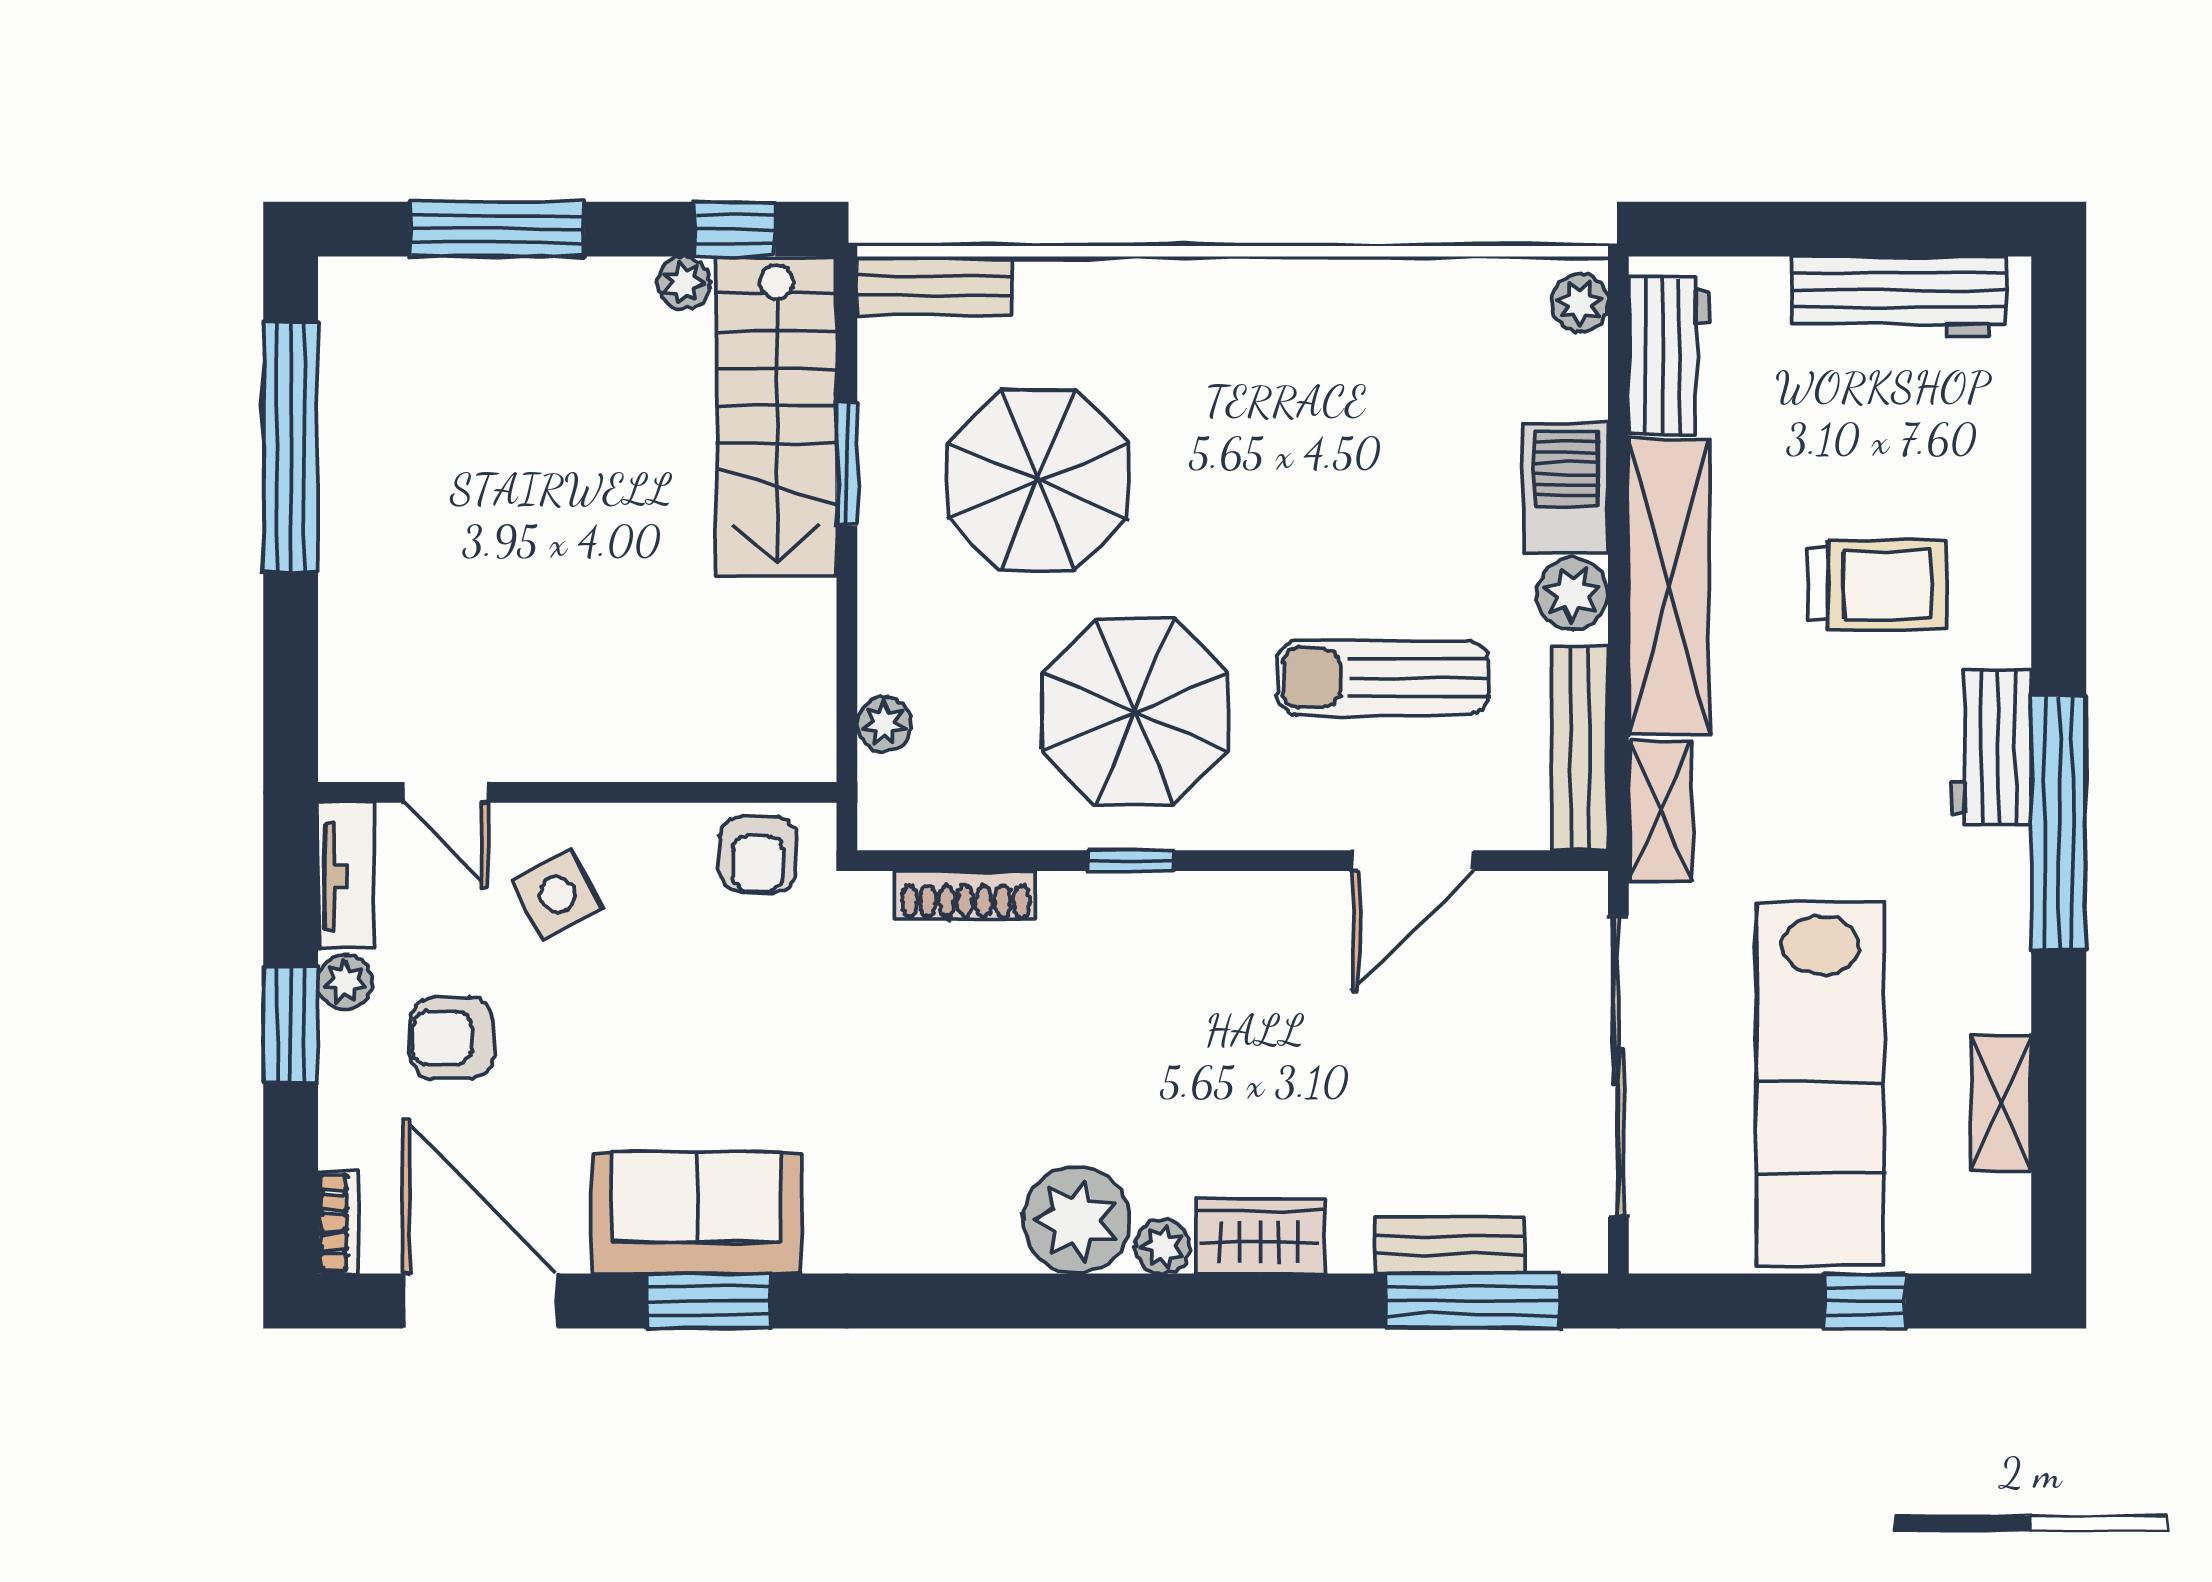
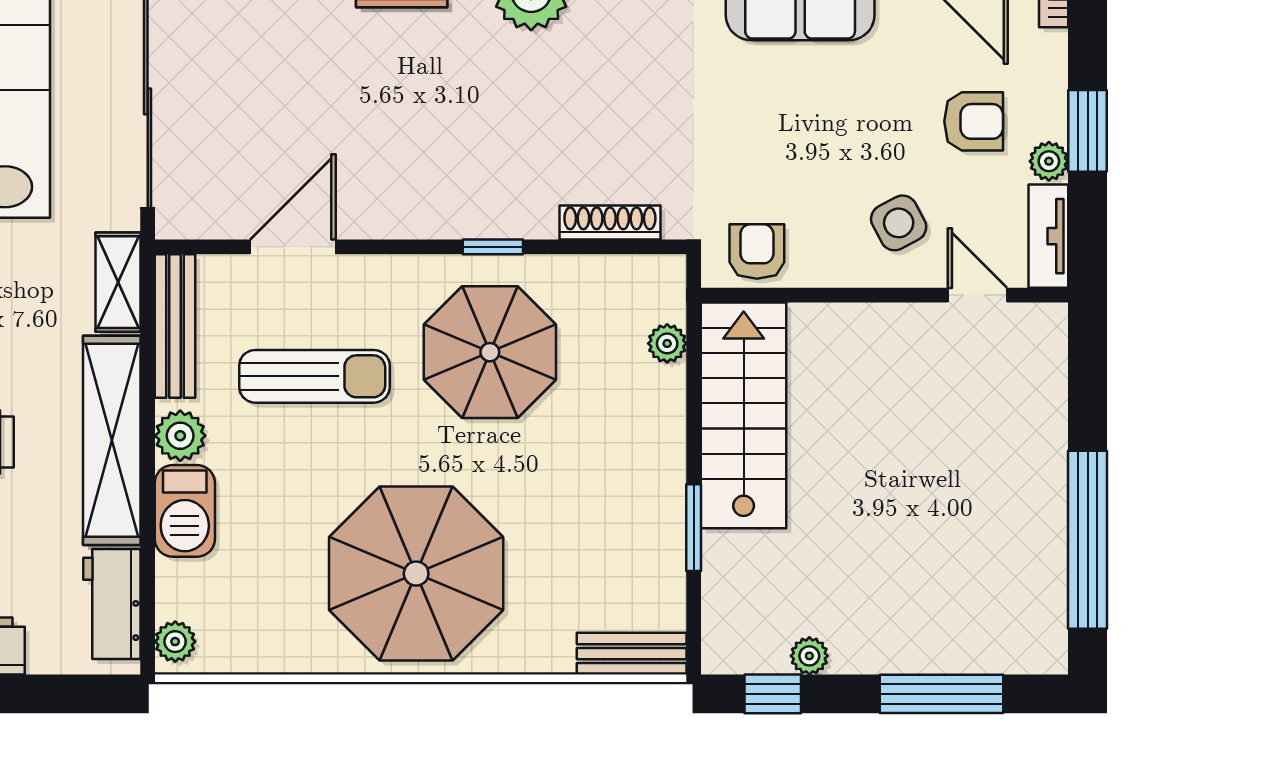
stairs: (777, 416) -> (744, 415), moved
parasol: (1038, 480) -> (416, 574), moved, width x1.36, depth x1.36

